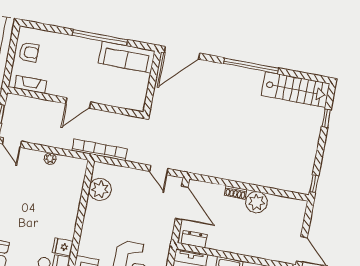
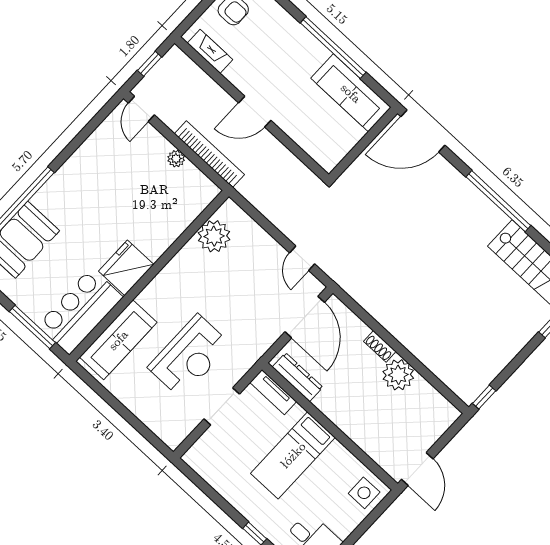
bookcase: (100, 150) -> (209, 154), moved
dresser: (194, 239) -> (297, 377), width x1.44
fridge: (63, 247) -> (126, 268), width x1.88, depth x1.34

